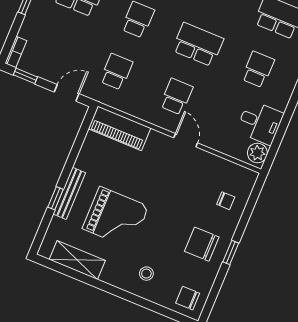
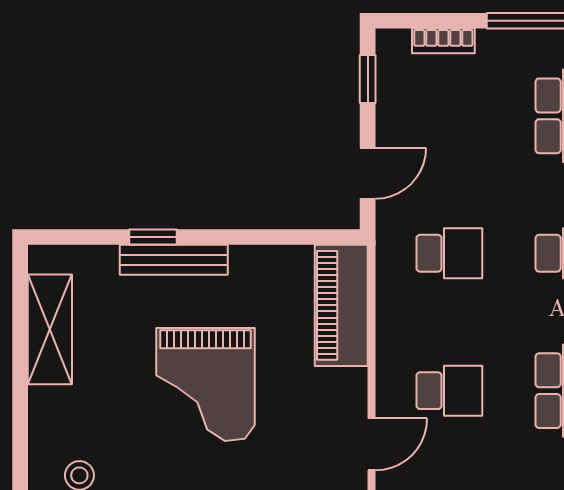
bookcase: (16, 52) -> (443, 41), moved
door: (67, 93) -> (368, 173), hinge flipped
grand piano: (116, 218) -> (206, 384), moved

